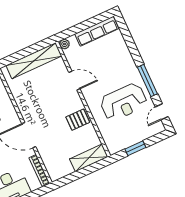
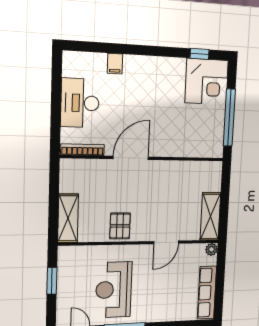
shelving: (34, 61) -> (210, 216), width x0.68

